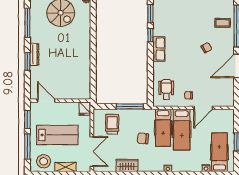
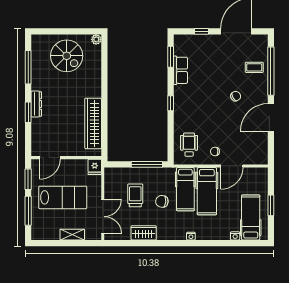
window: (150, 35) -> (171, 103), moved
row of seats: (159, 49) -> (181, 70), moved
wardrobe: (83, 71) -> (93, 123), added
door: (46, 101) -> (50, 158), swing flipped
trolley: (112, 124) -> (135, 195), moved
stool: (44, 161) -> (47, 228), removed

